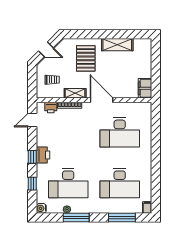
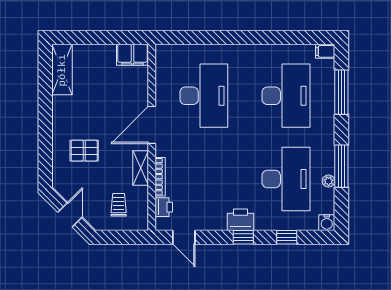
shelving: (117, 45) -> (62, 70), moved
pallet: (86, 58) -> (84, 151), width x0.67, depth x0.71

